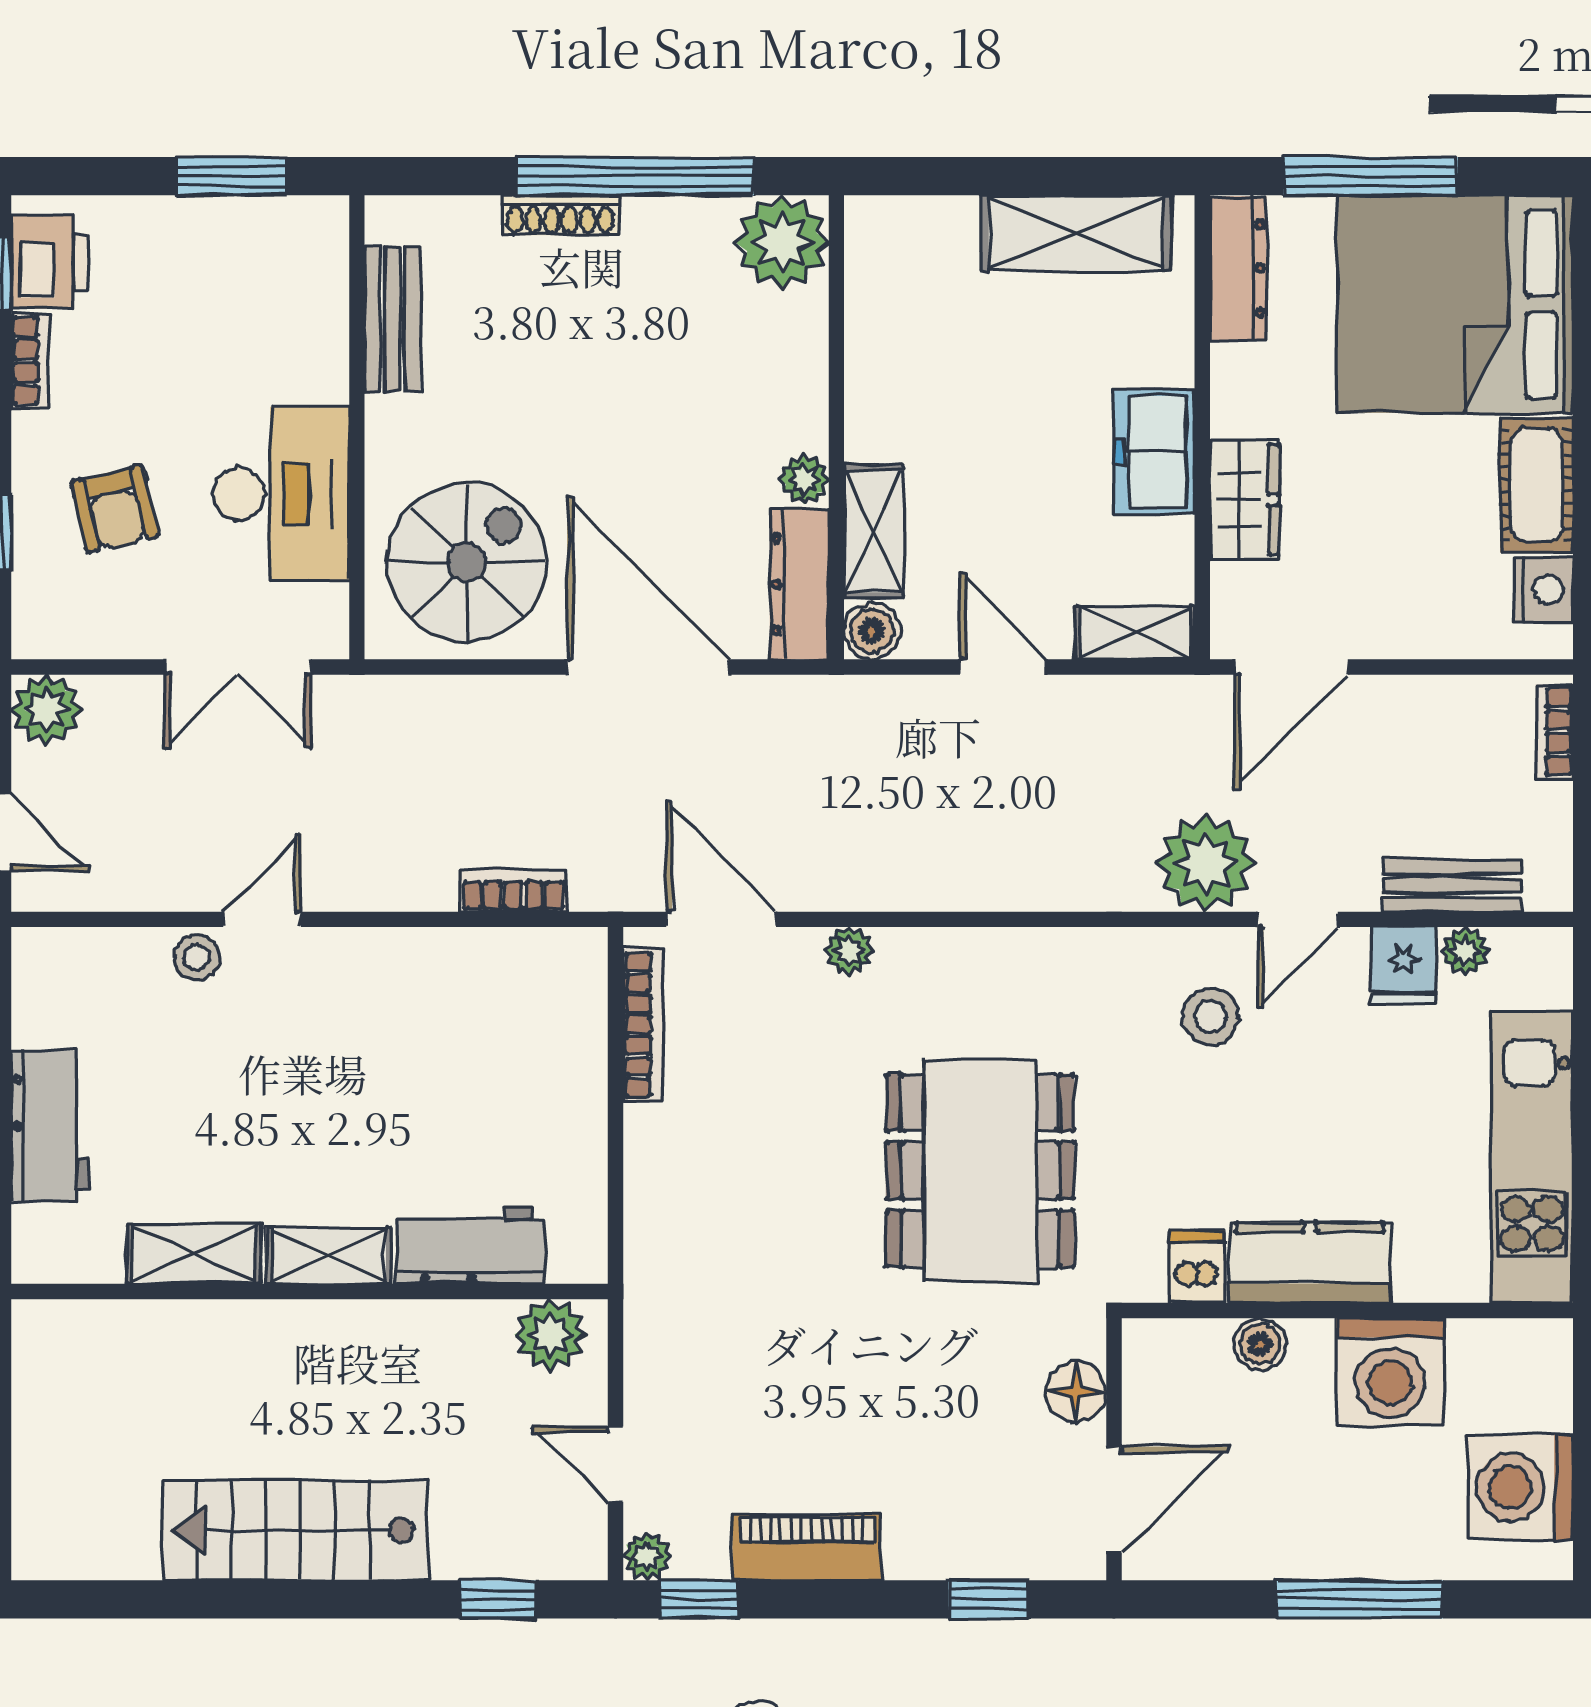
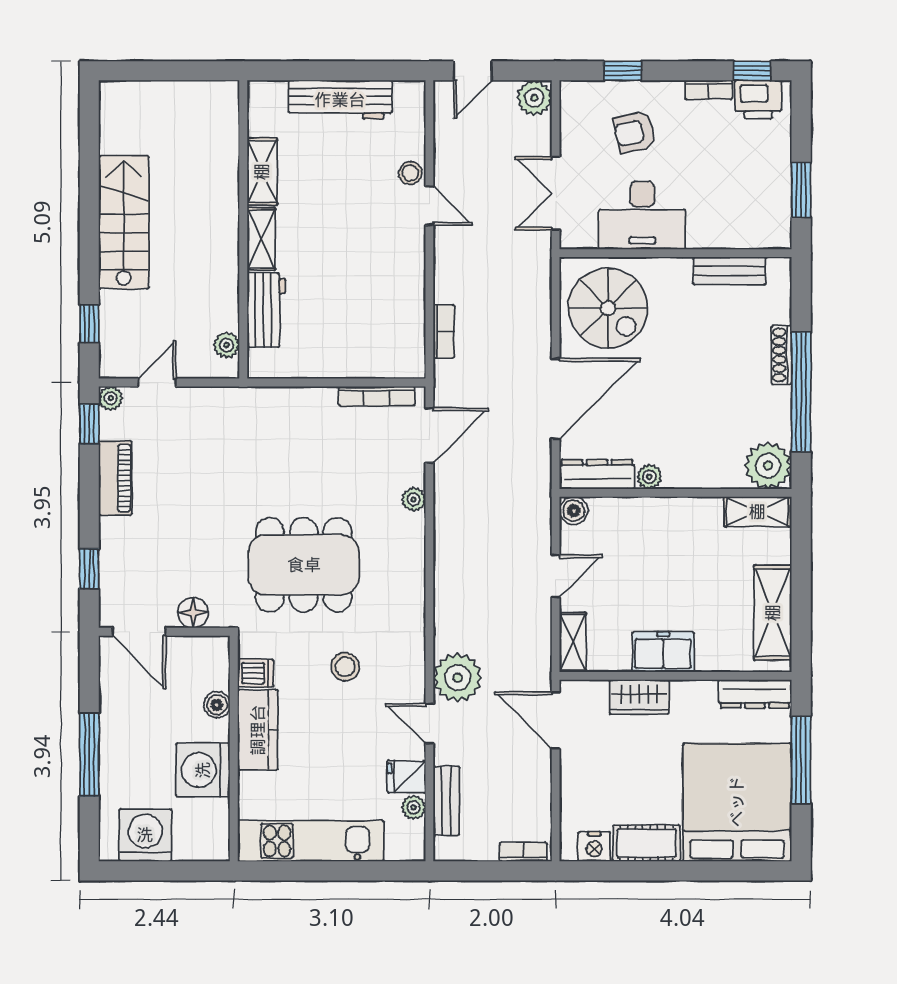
shelving: (874, 531) -> (757, 512), moved
stool: (1210, 1017) -> (345, 667), moved
workbench: (50, 1126) -> (340, 100), width x1.38
plant: (550, 1335) -> (227, 345), width x0.73, depth x0.73

